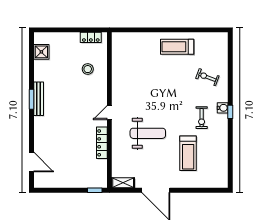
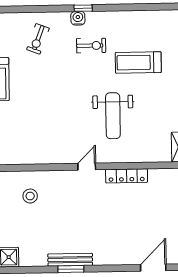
door: (109, 113) -> (87, 167), swing flipped
weight bench: (148, 133) -> (113, 116), turned 180
treadmill: (188, 153) -> (138, 62), turned 180

